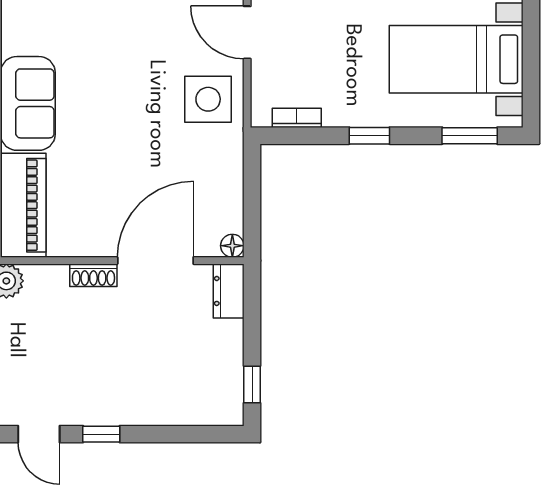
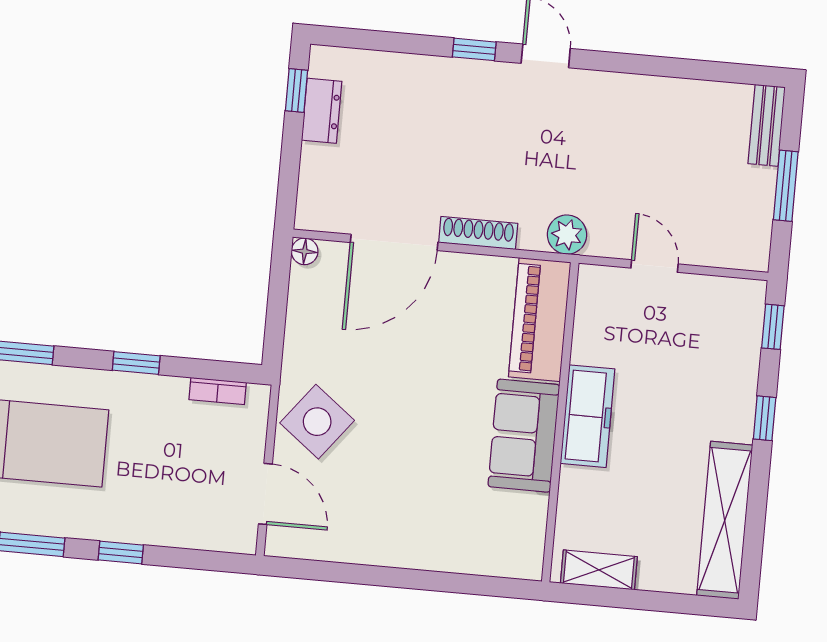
side table: (208, 99) -> (317, 422), turned 38
shoe rack: (93, 275) -> (478, 233), width x1.43
dresser: (229, 291) -> (322, 111), moved

